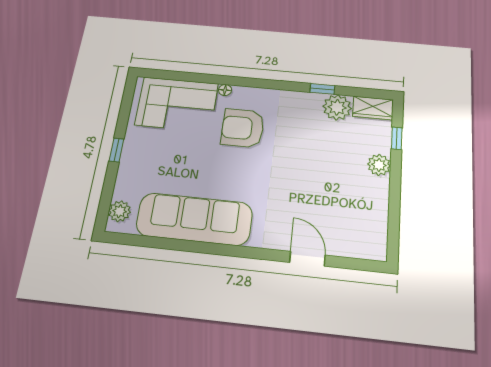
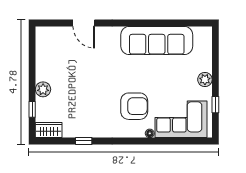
plant: (337, 107) -> (73, 128), removed
window: (116, 150) -> (215, 105), moved
plant: (120, 211) -> (205, 80), moved

